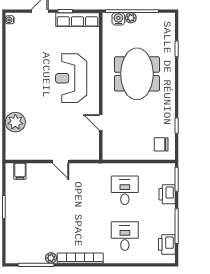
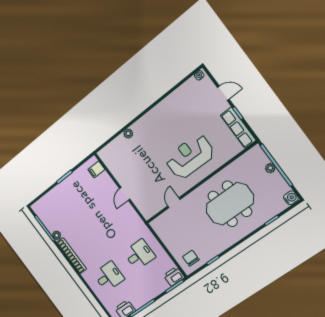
water cooler: (118, 19) -> (291, 198), moved
plant: (15, 122) -> (128, 134), width x0.53, depth x0.53
printer: (167, 194) -> (174, 276), moved

